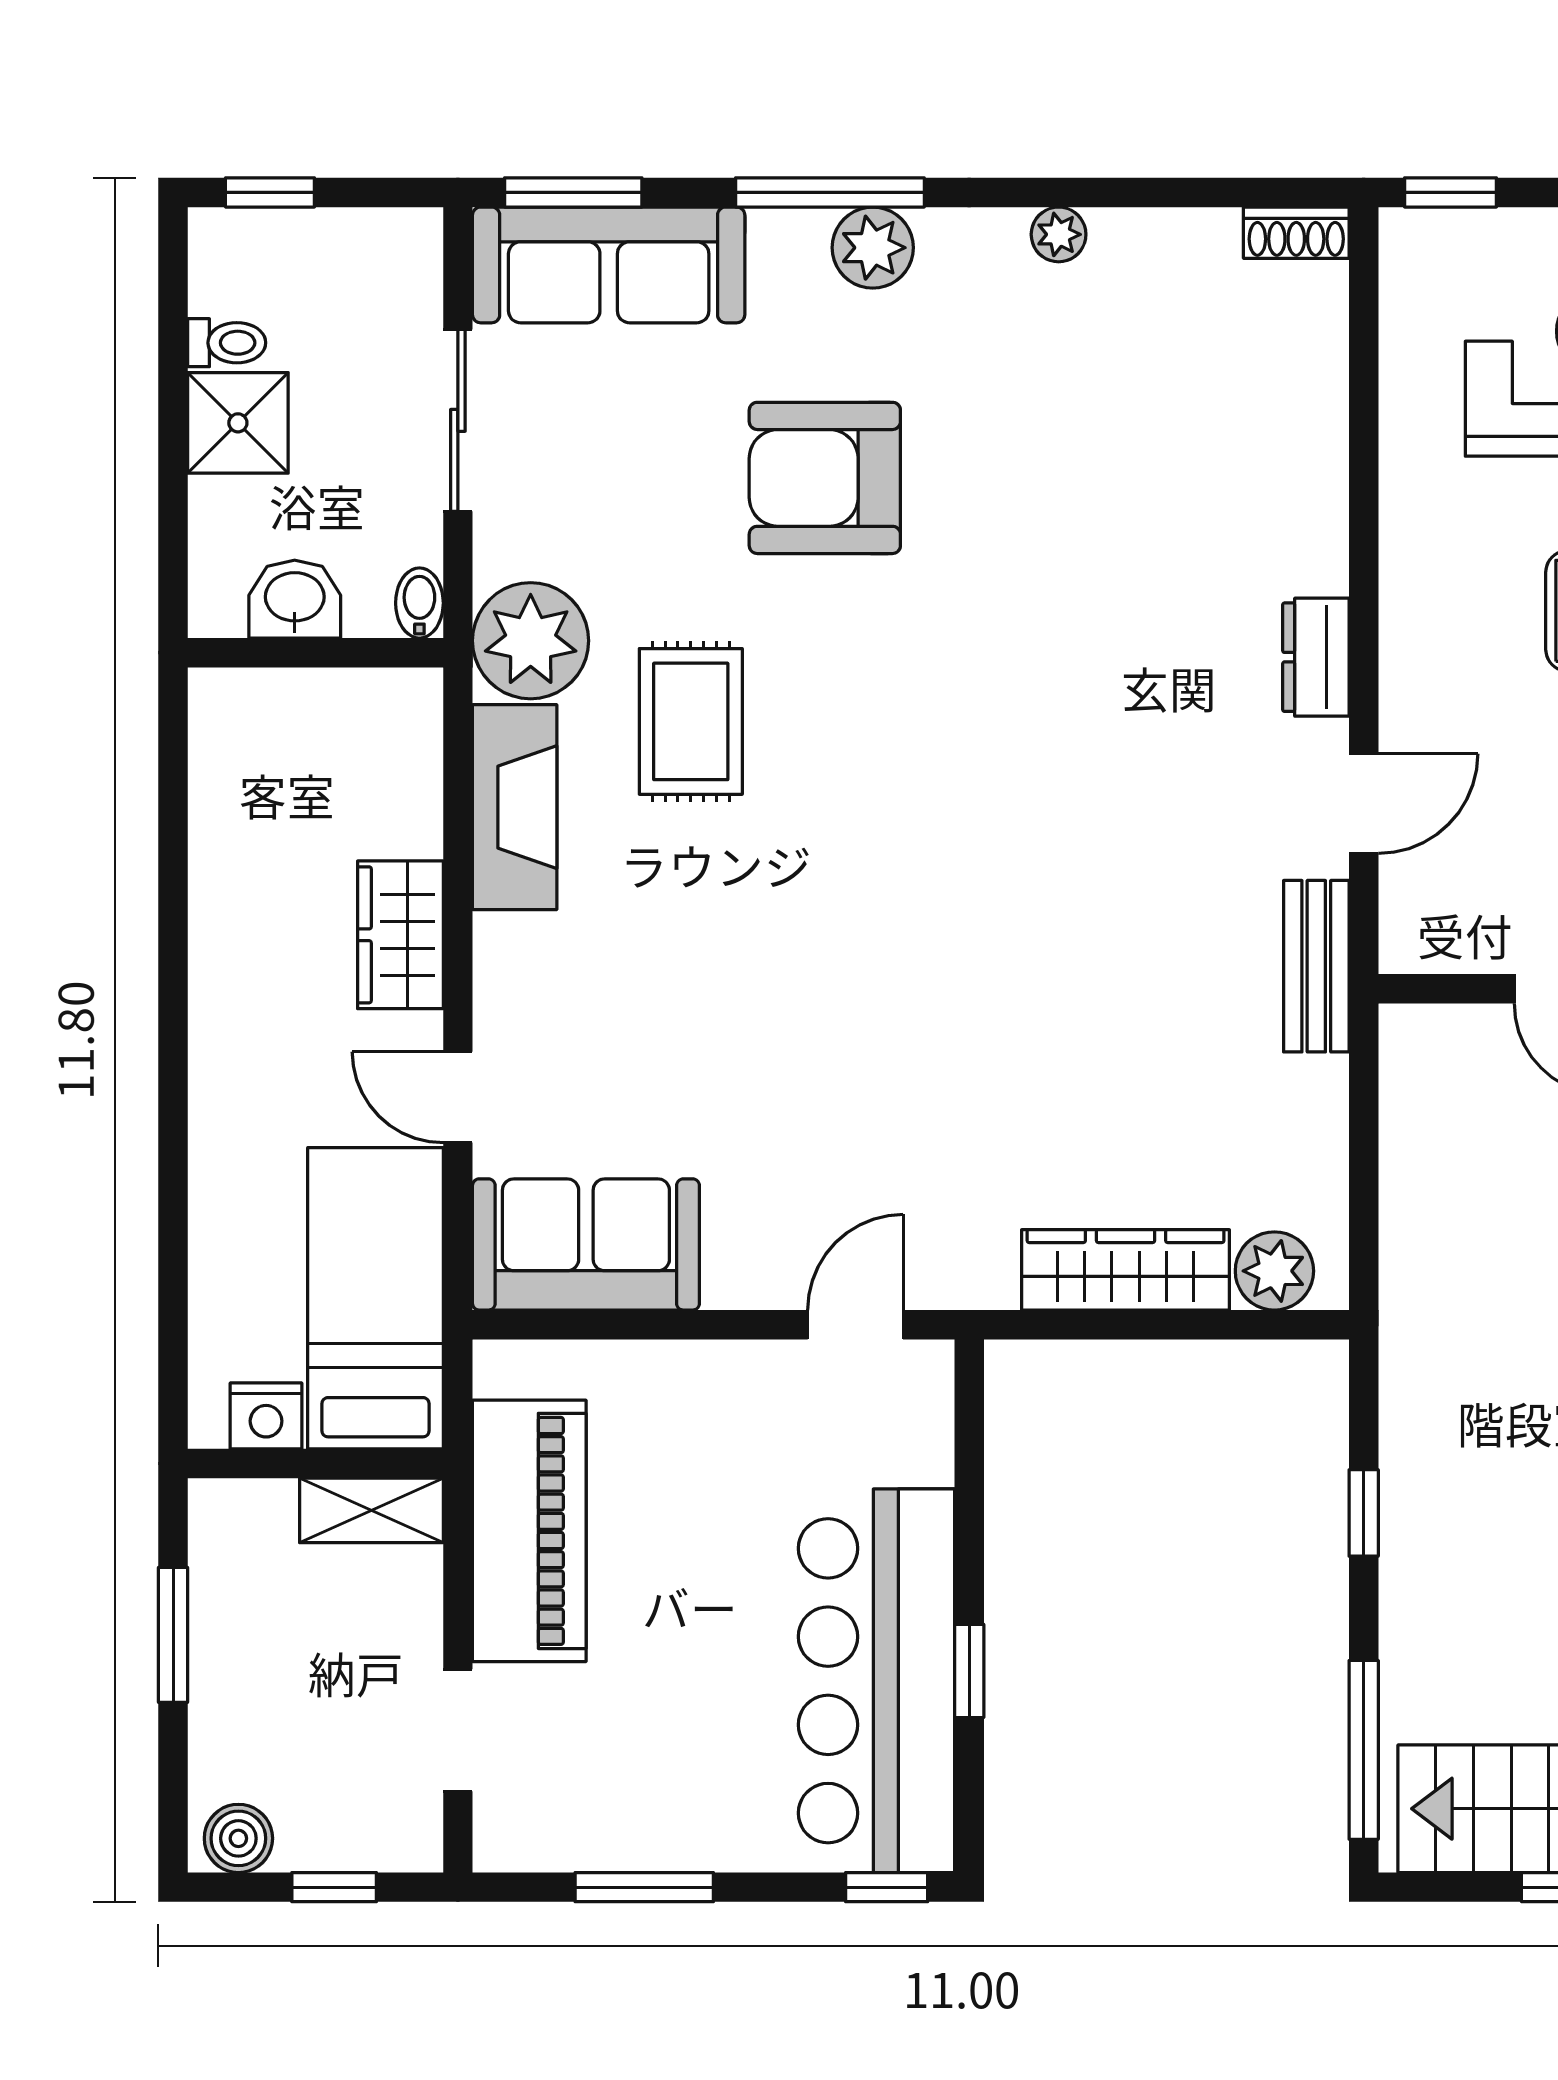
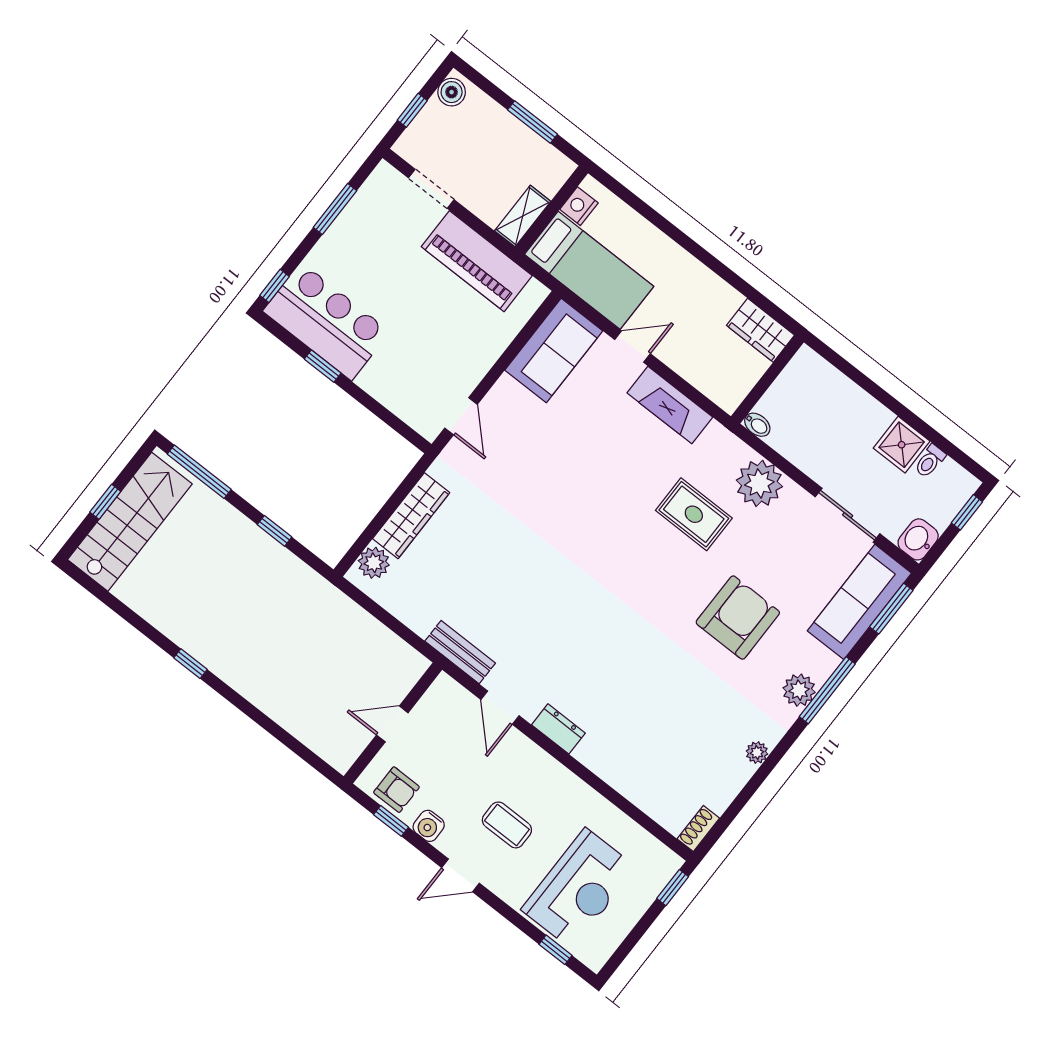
washbasin: (295, 599) -> (918, 539), moved, turned 180
bidet: (419, 603) -> (757, 425), moved
wall: (315, 653) -> (767, 379), moved
fireplace: (515, 807) -> (670, 405), moved
wardrobe: (400, 935) -> (760, 330), moved, turned 180
bar counter: (876, 1681) -> (326, 321), width x0.73

